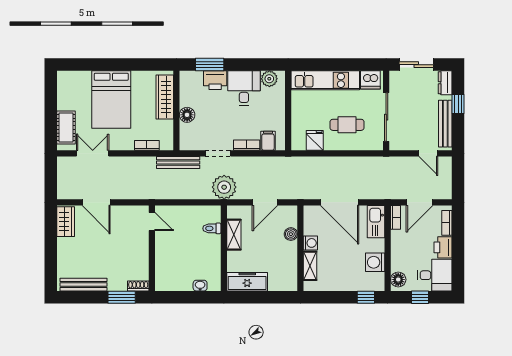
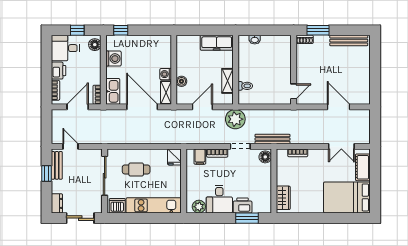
wardrobe: (165, 97) -> (283, 198), width x0.67
bed: (111, 99) -> (347, 197), moved, turned -90
window: (458, 104) -> (47, 174), moved
floor lamp: (187, 115) -> (265, 157), moved
bench: (445, 124) -> (57, 165), width x0.73
fridge: (315, 140) -> (174, 157), moved
wardrobe: (66, 222) -> (363, 91), removed
door: (152, 222) -> (294, 91), swing flipped
shelving: (310, 266) -> (166, 93), moved

